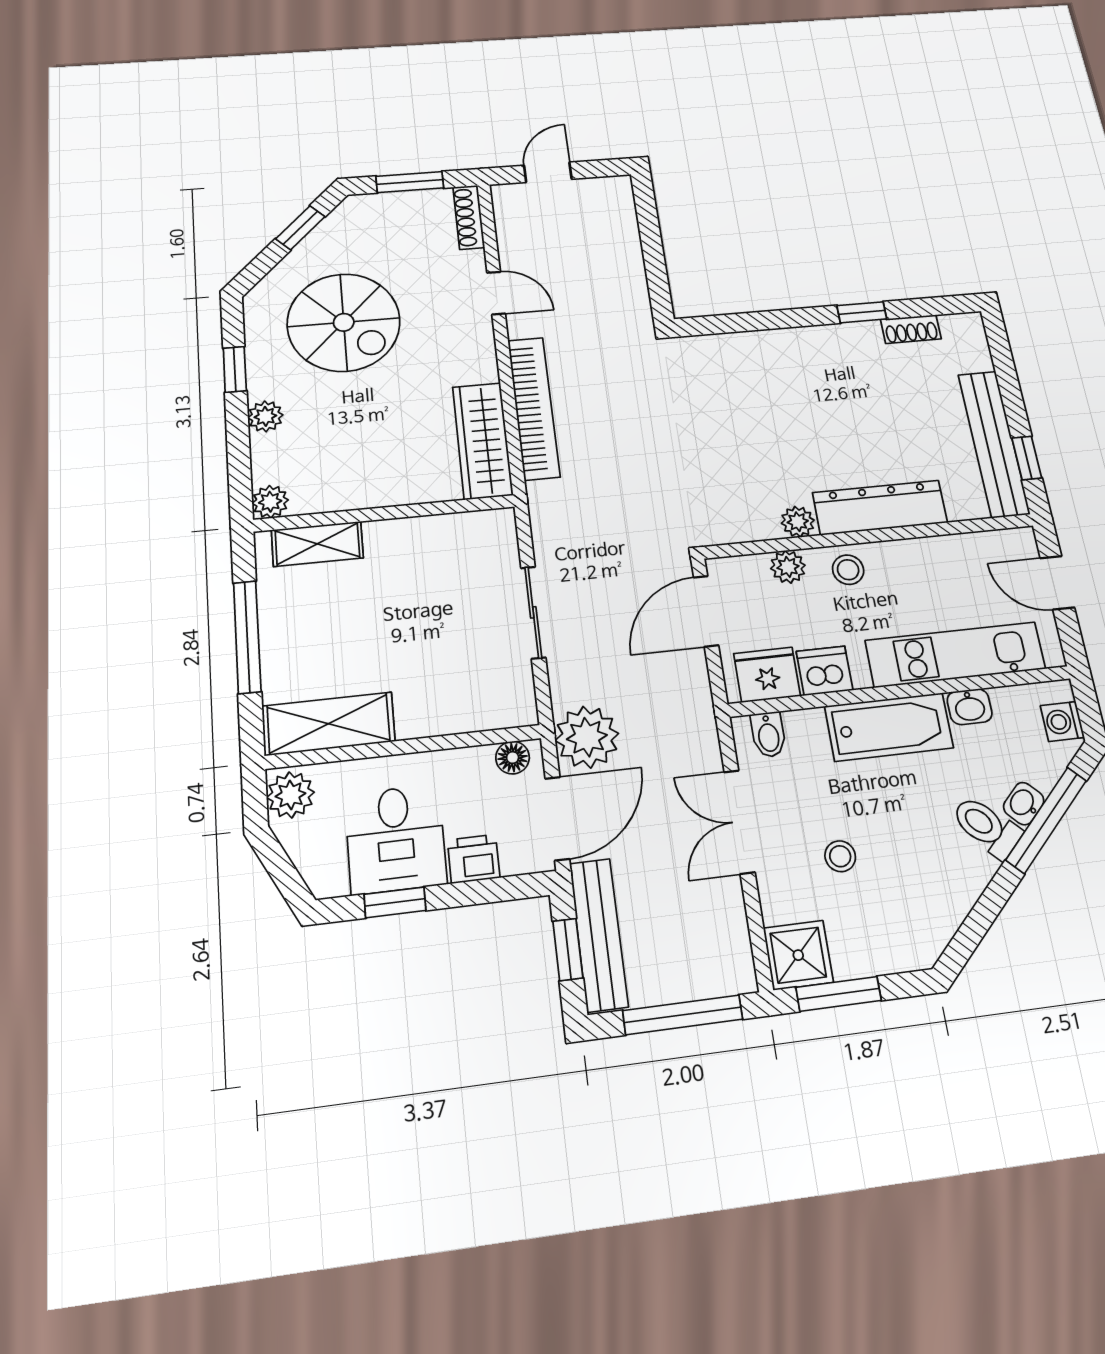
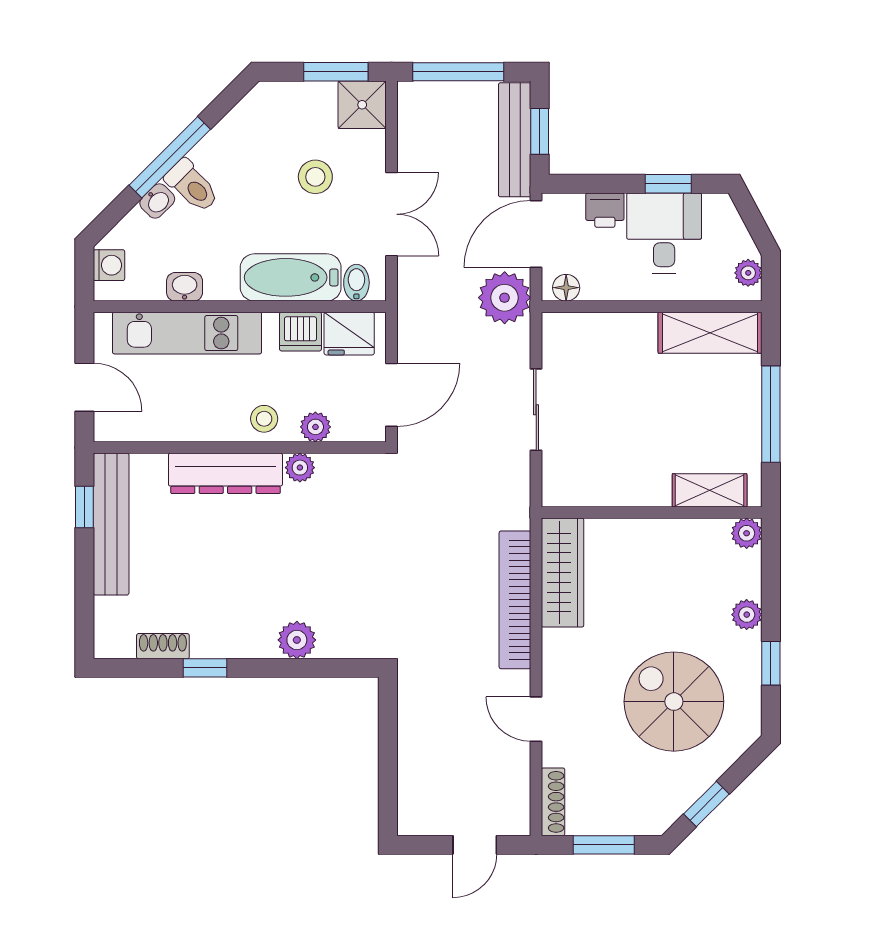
plant: (769, 347) -> (297, 640), added
bathtub: (889, 727) -> (291, 277), moved
plant: (290, 795) -> (748, 273), width x0.73, depth x0.73
window: (1046, 820) -> (170, 157), moved
stool: (840, 856) -> (315, 177), width x1.37, depth x1.37

